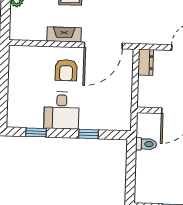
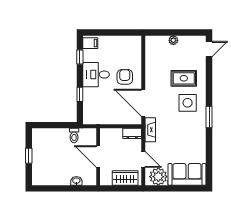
fireplace: (64, 34) -> (150, 130), moved
armchair: (66, 70) -> (125, 77), turned 90
filing cabinet: (17, 117) -> (90, 43), added

